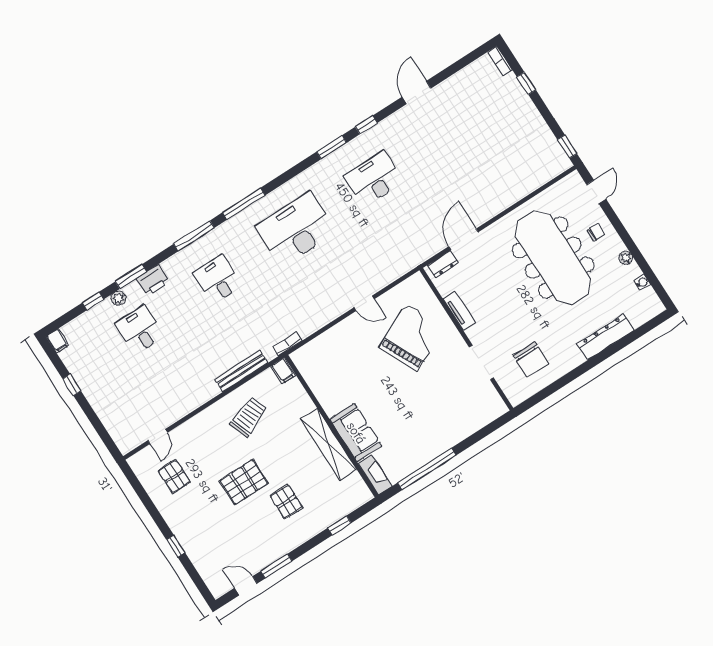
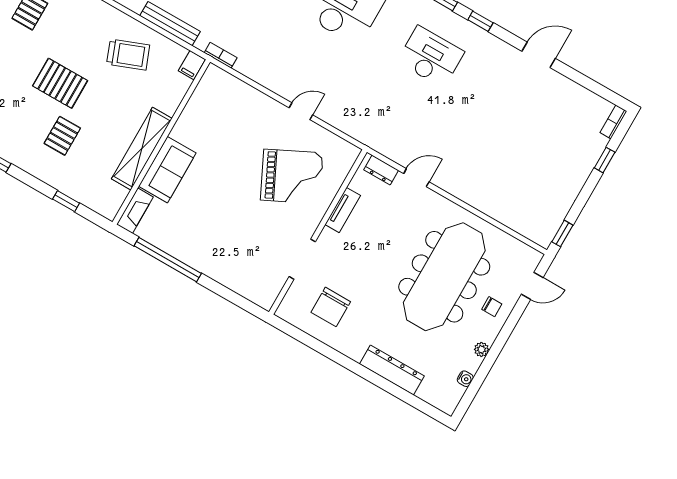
door: (464, 239) -> (416, 178), width x0.73
door: (364, 303) -> (301, 111), swing flipped

